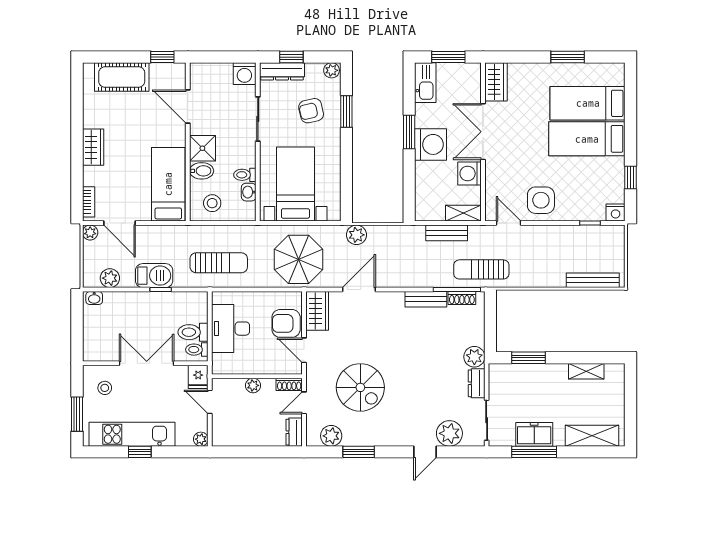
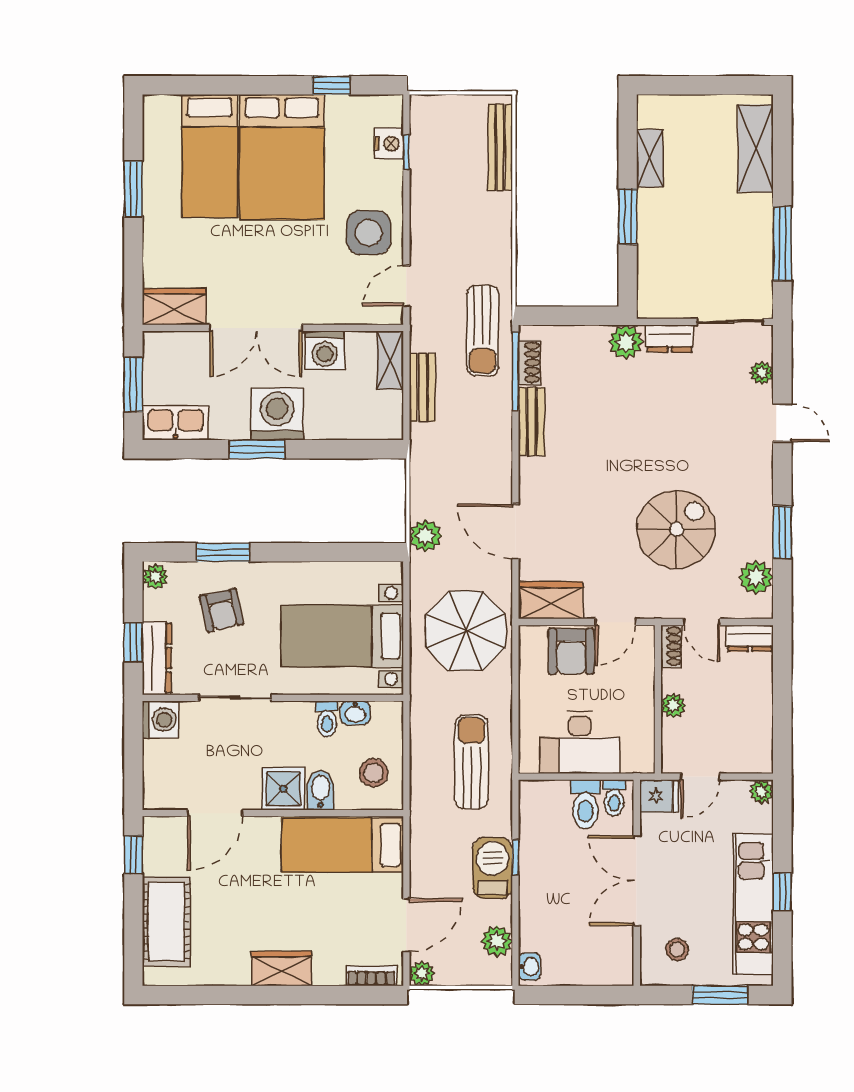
bed: (587, 139) -> (282, 157), width x1.50
nightstand: (616, 213) -> (389, 143), moved
window: (528, 358) -> (628, 217), moved
plant: (449, 433) -> (762, 373), width x0.53, depth x0.53
freezer: (534, 434) -> (754, 244), removed

